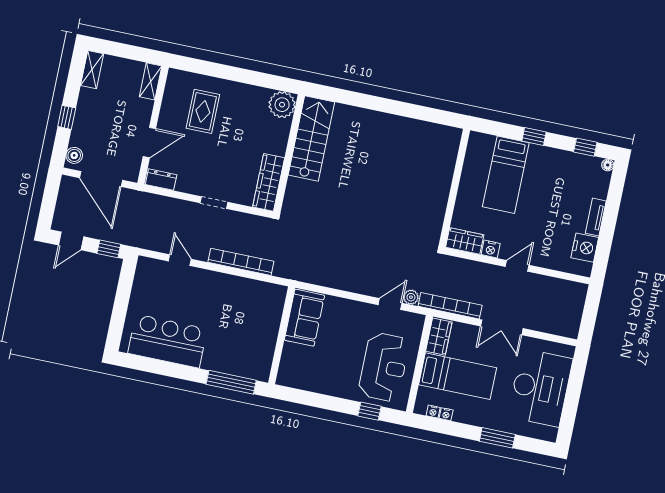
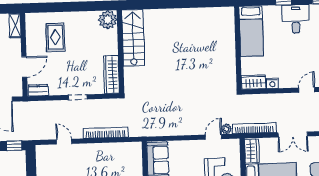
desk: (545, 167) -> (296, 19), added
bed: (506, 175) -> (251, 31), moved
door: (517, 266) -> (307, 90), moved

